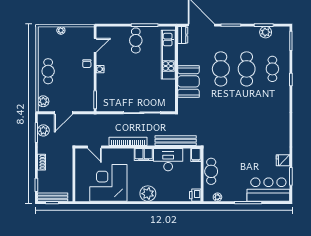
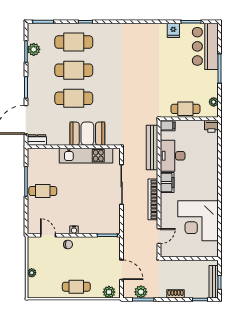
kitchen unit: (168, 55) -> (86, 156), moved
cafe table: (272, 69) -> (74, 42), width x1.37, depth x1.35
plant: (148, 194) -> (210, 178), removed

